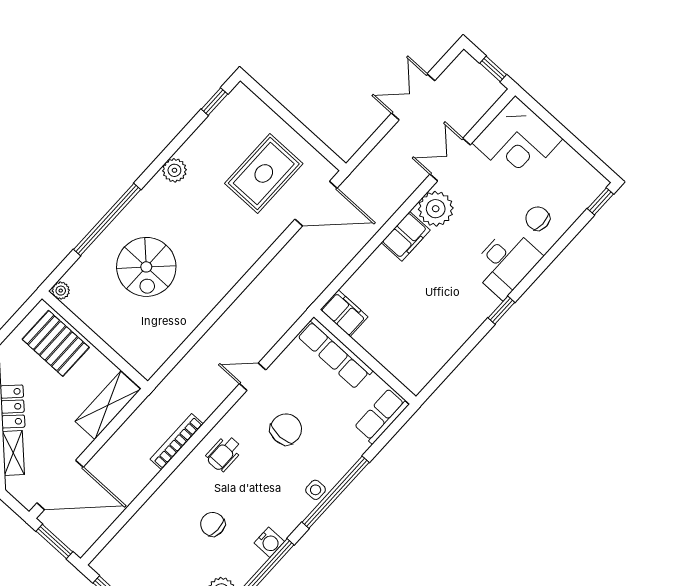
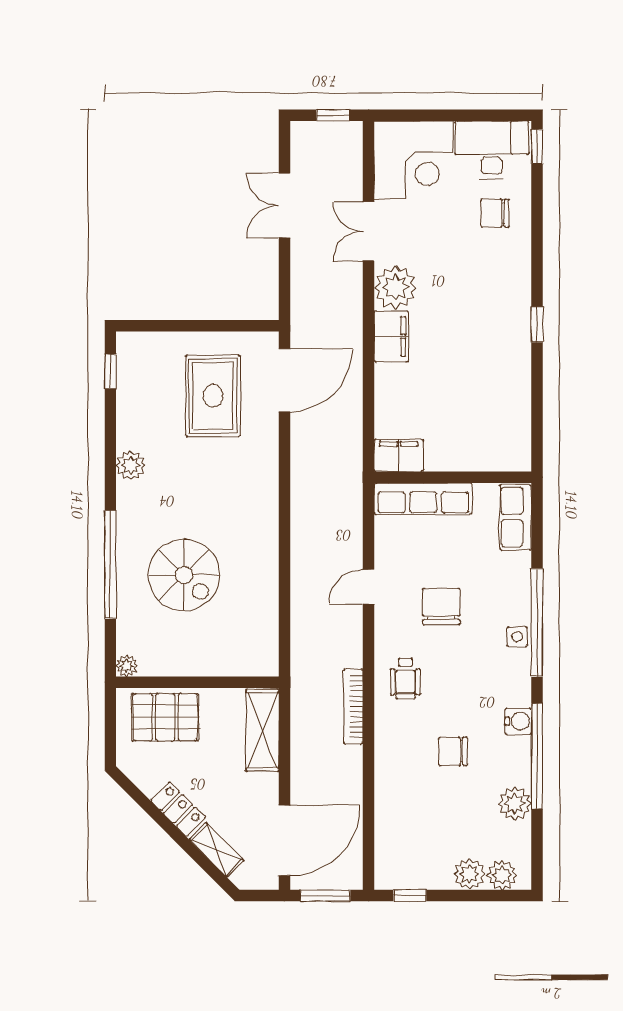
desk: (506, 263) -> (492, 150), moved, turned -90

